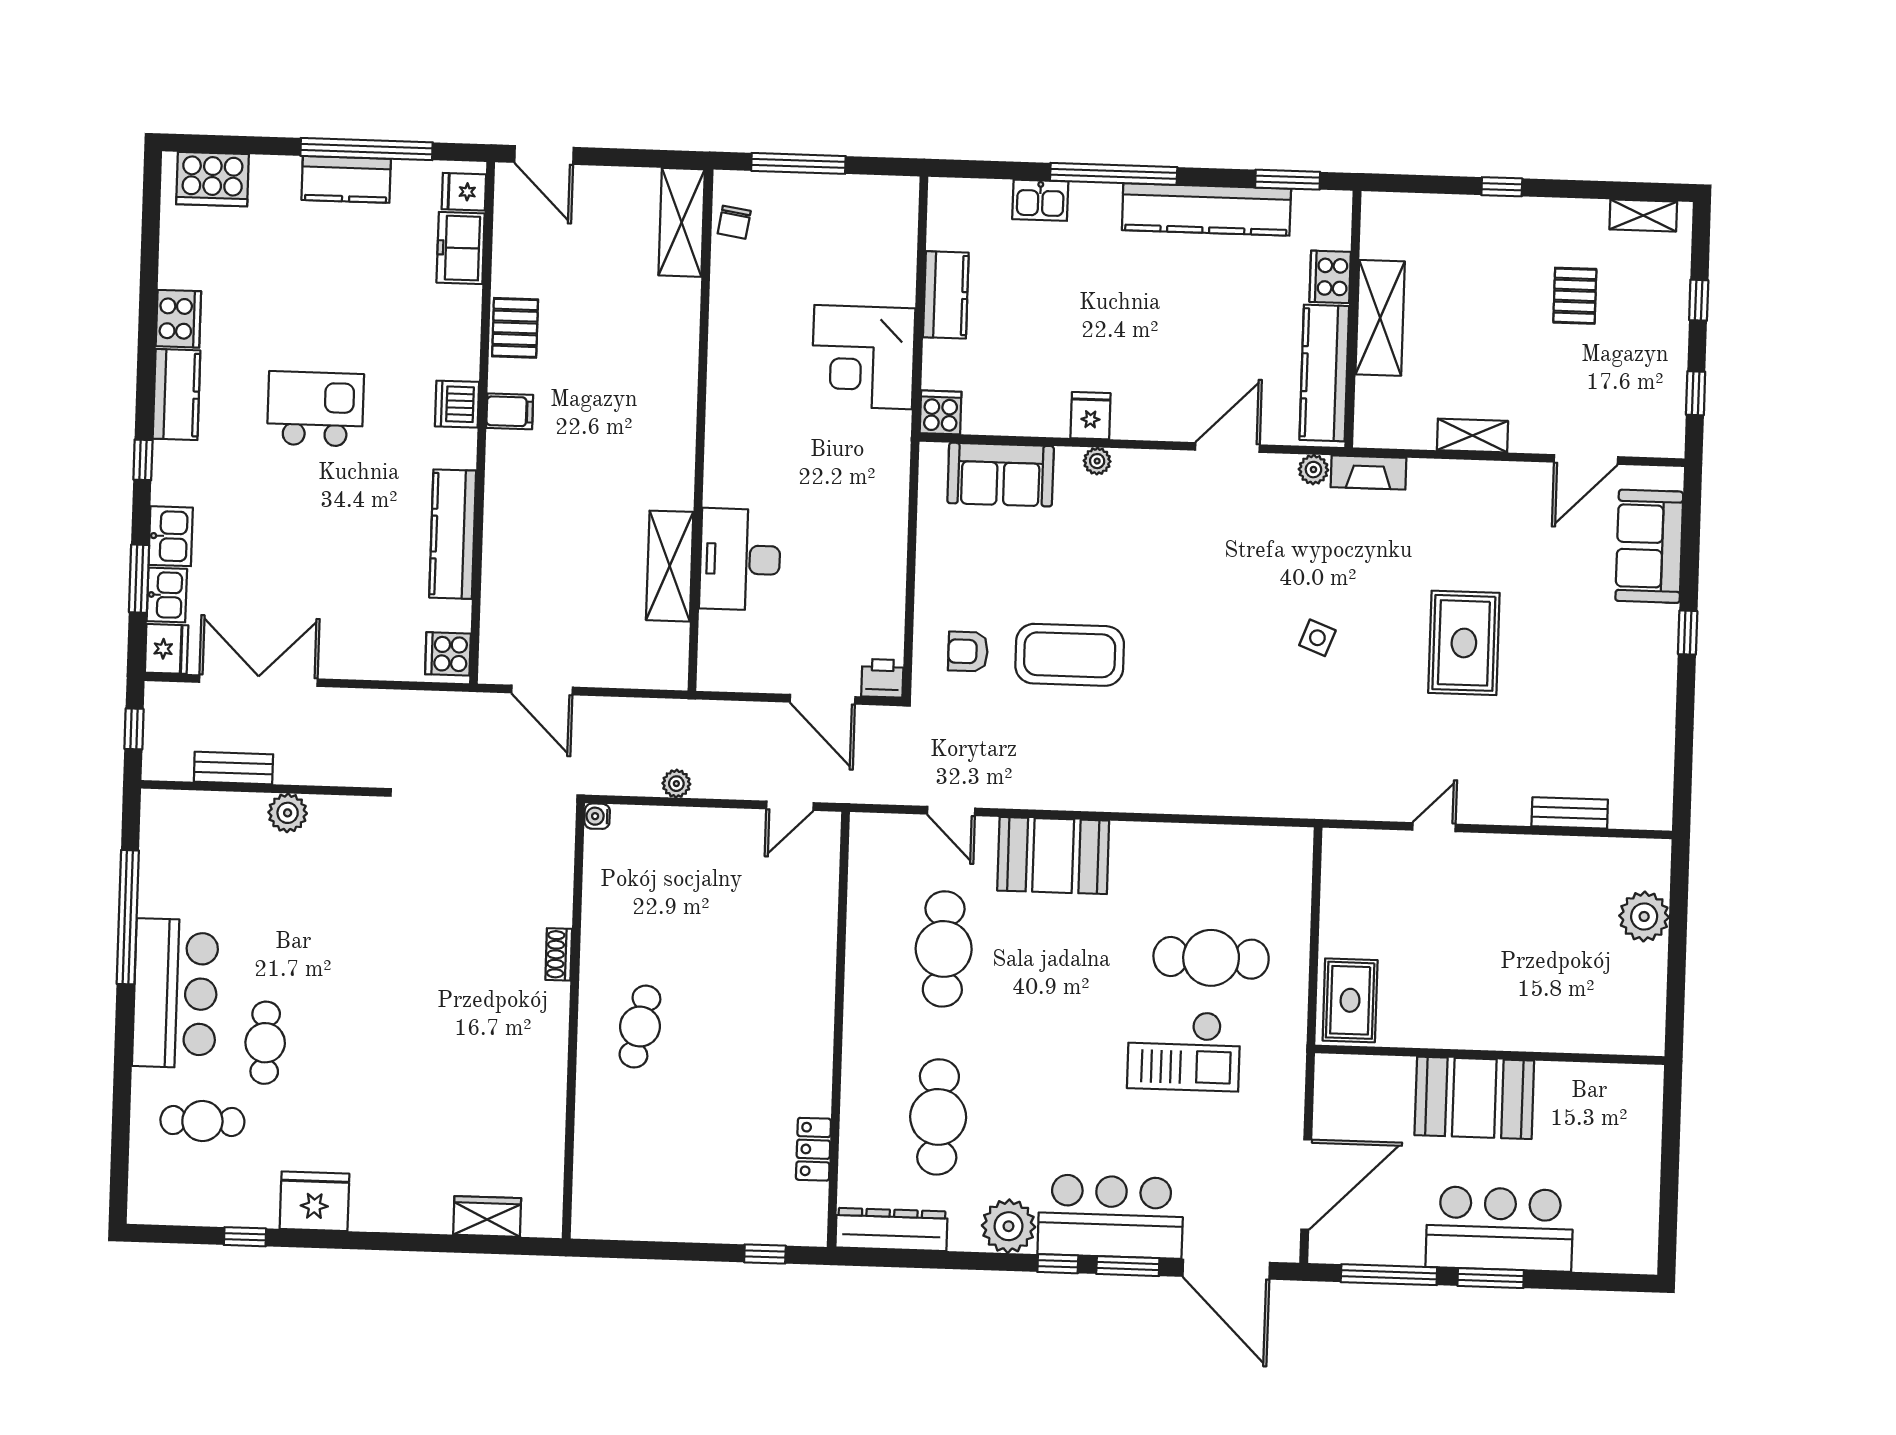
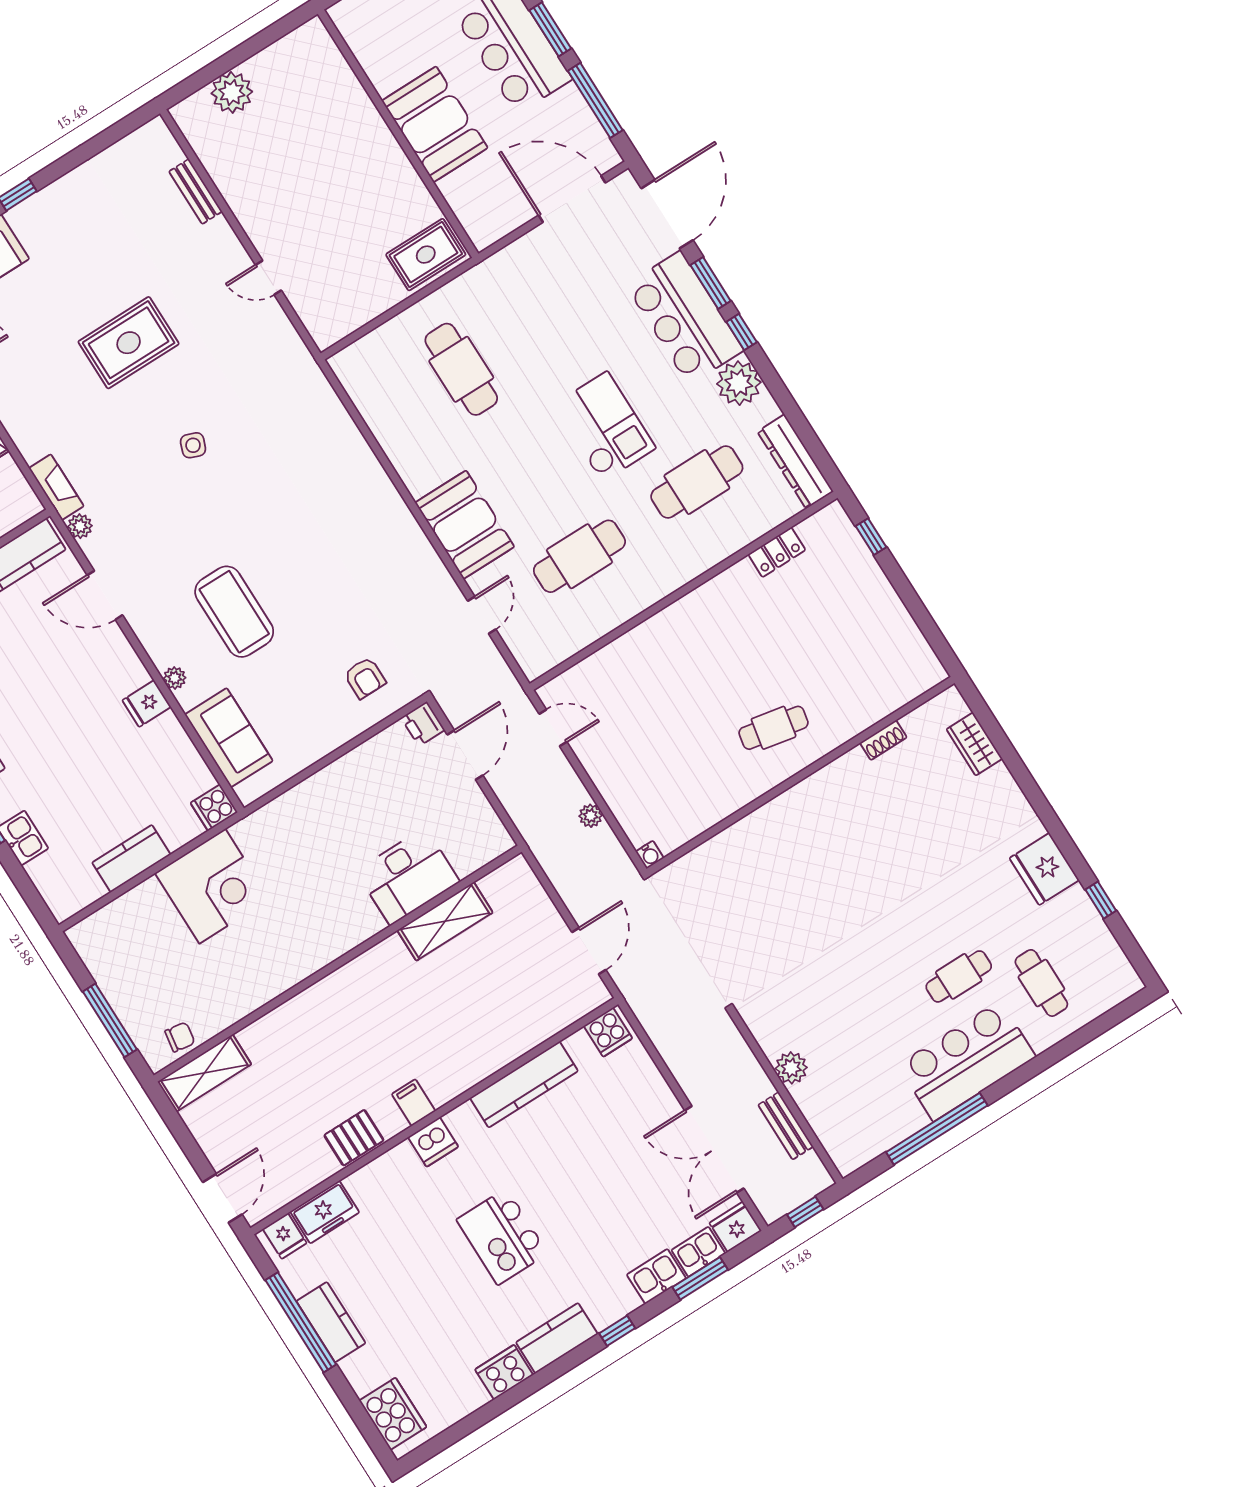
coffee table: (1070, 655) -> (234, 612), moved
shoe rack: (559, 954) -> (883, 740), moved
checkout: (1184, 1051) -> (605, 427), moved

